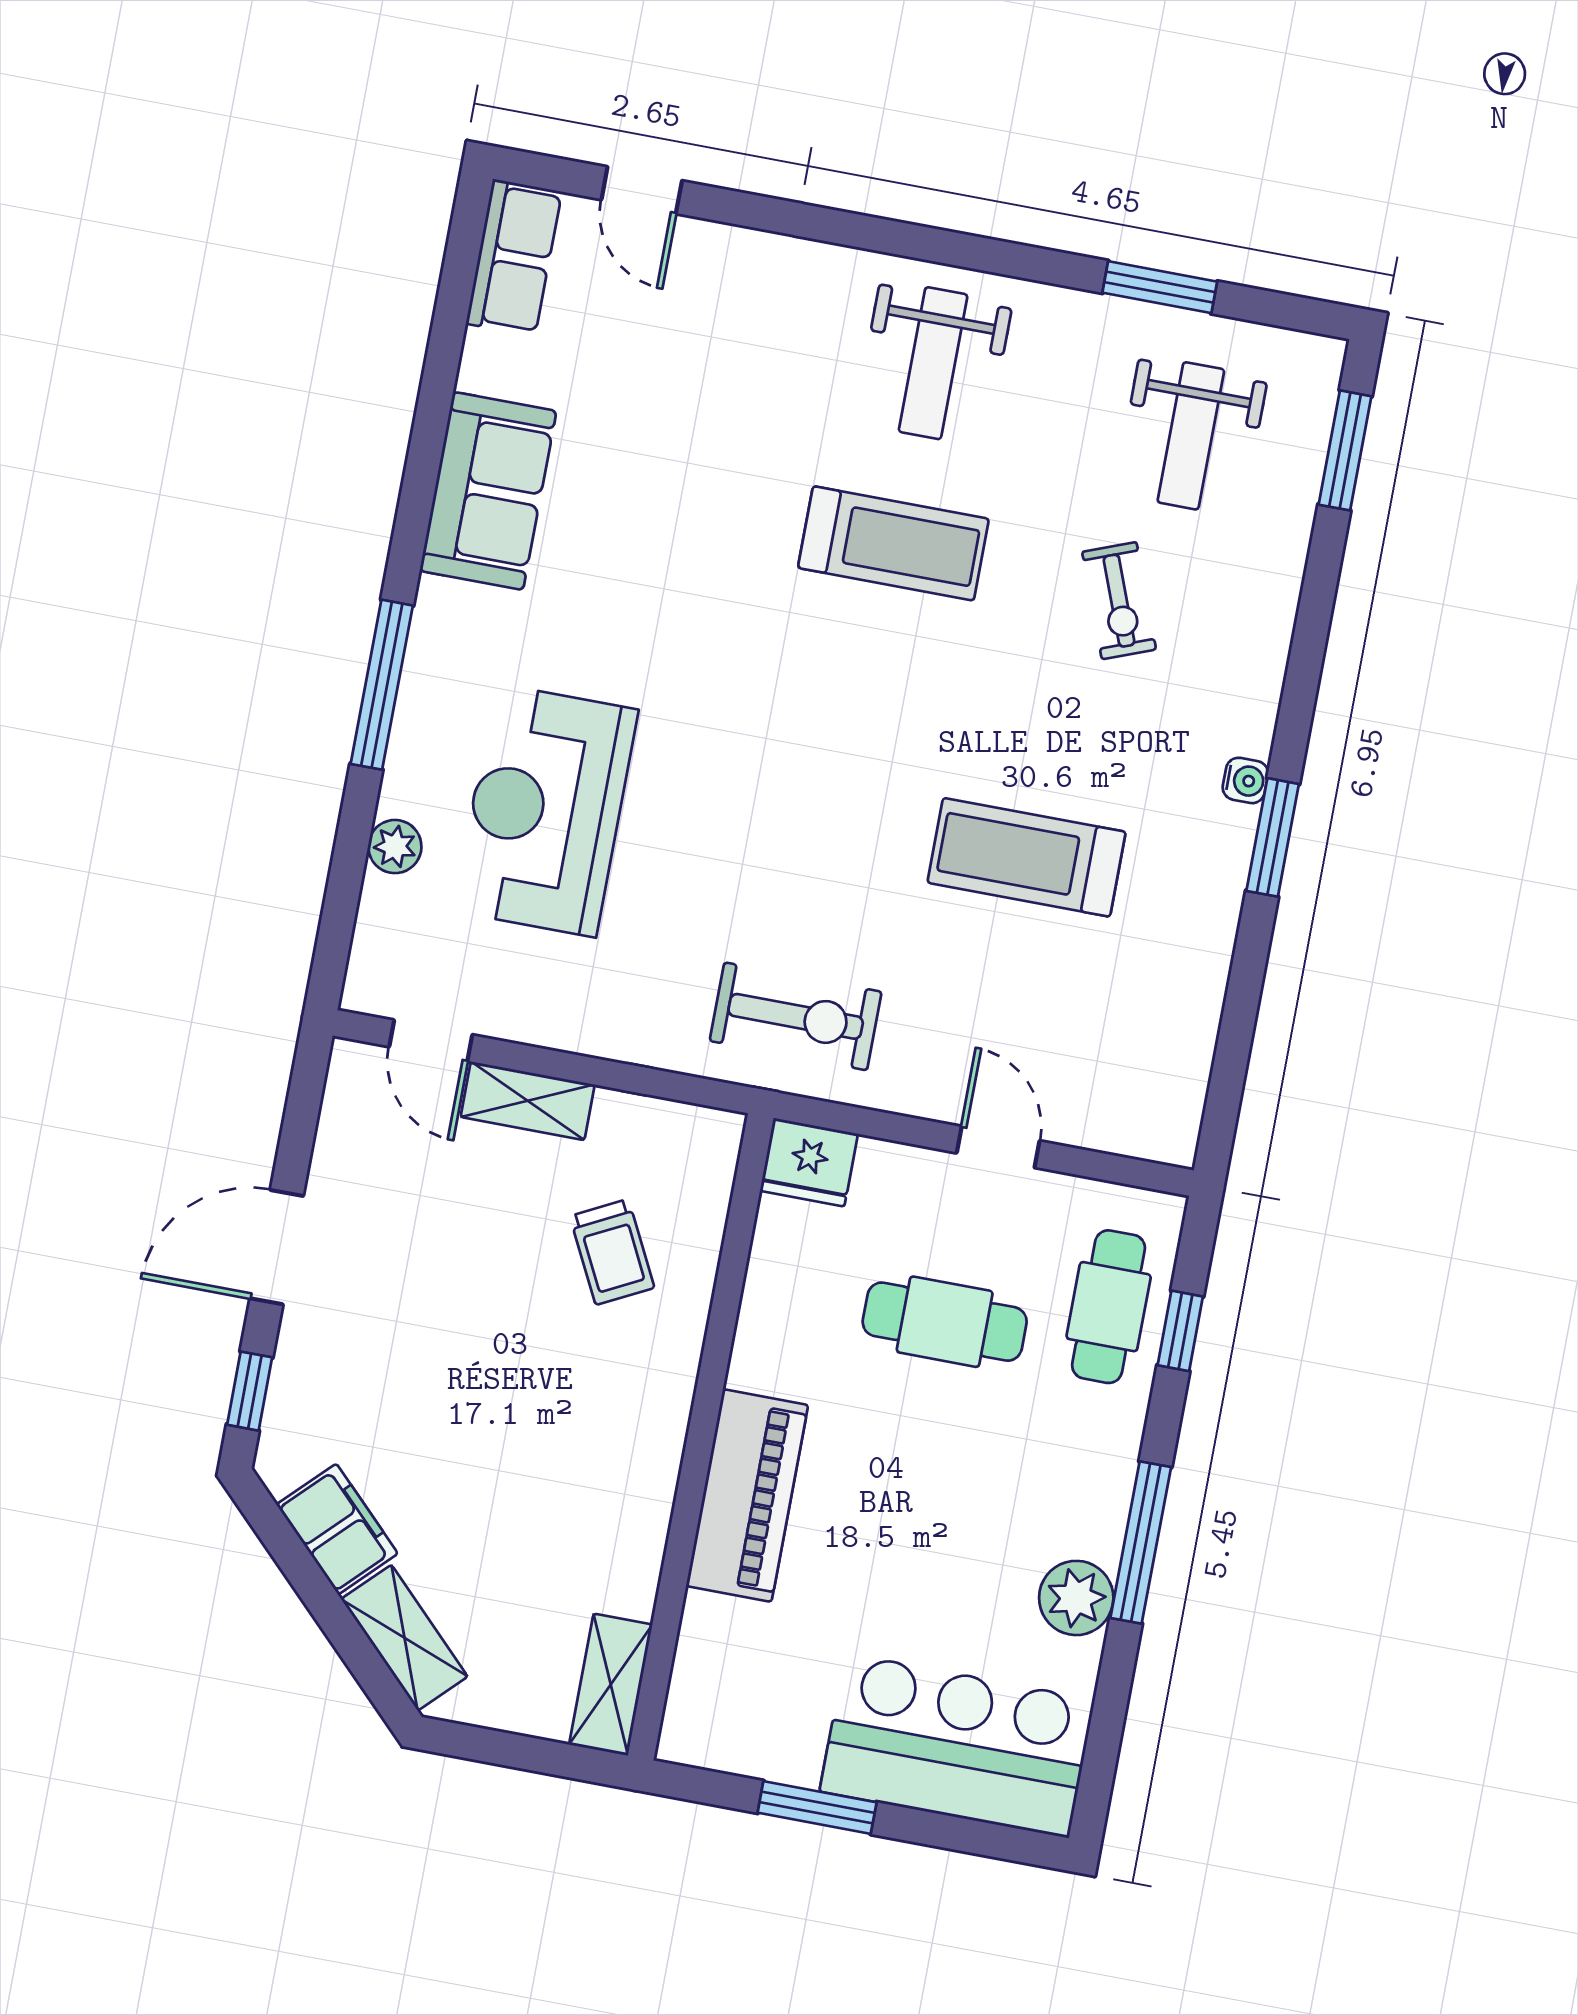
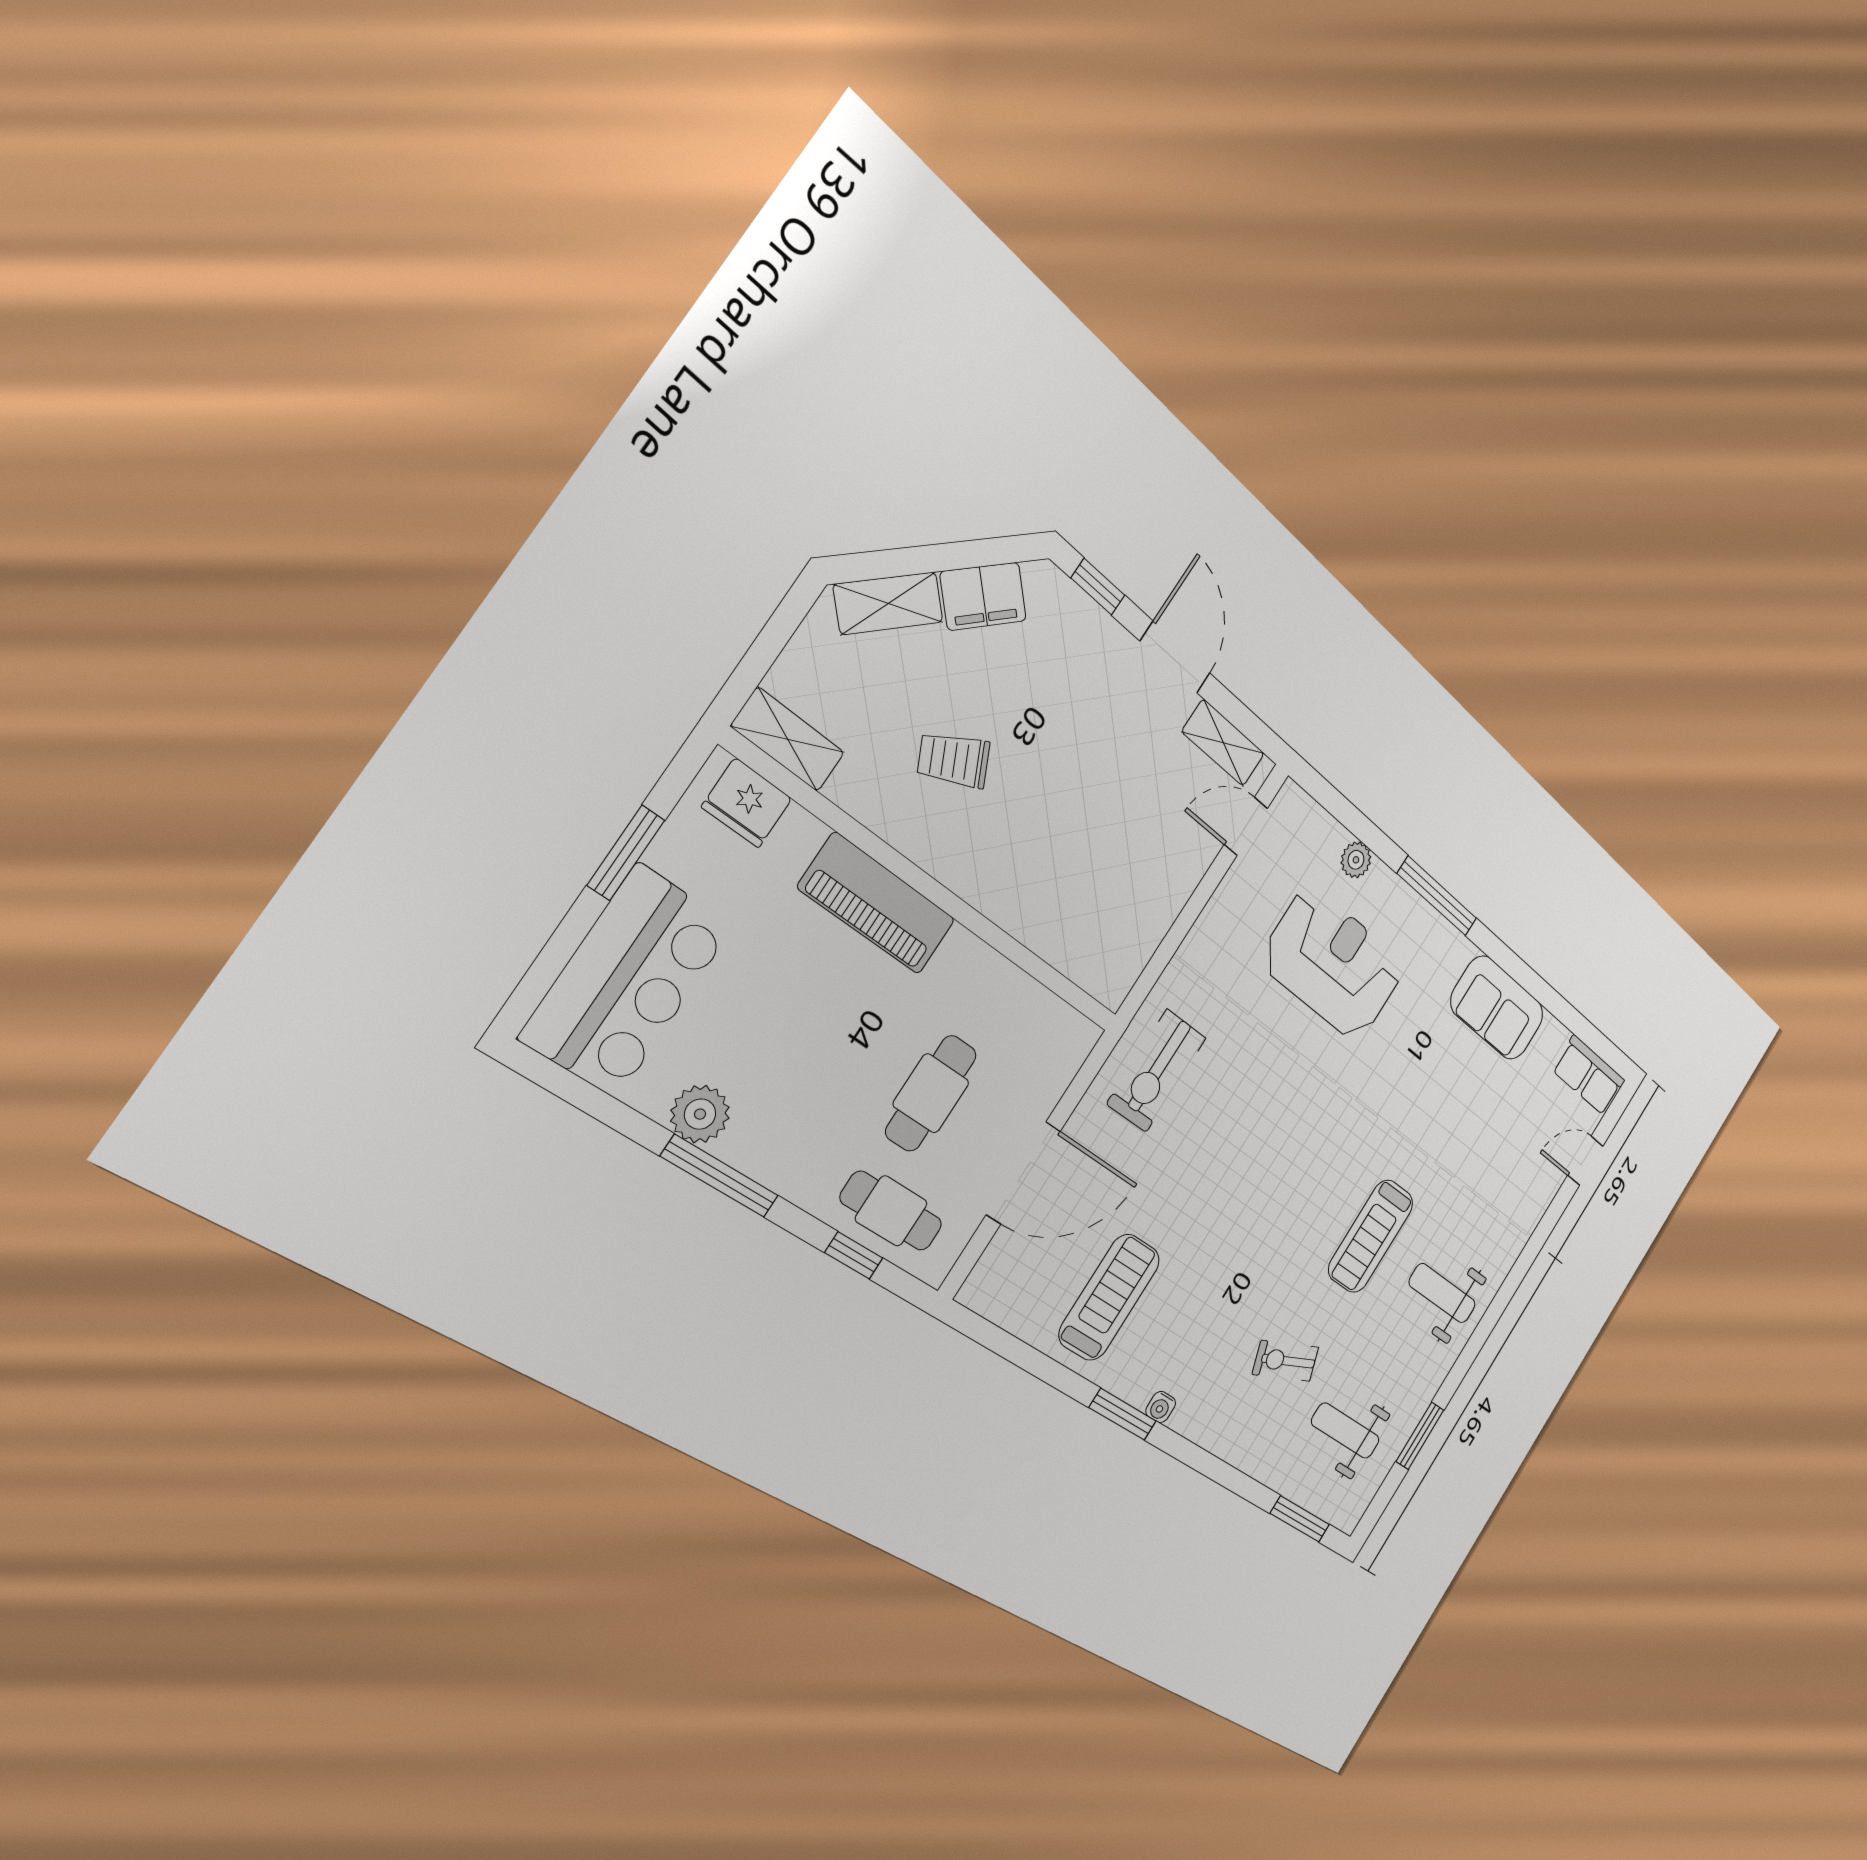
treadmill: (1027, 857) -> (1109, 1297), moved
shelving: (528, 1101) -> (1223, 743), moved, turned 90
door: (998, 1147) -> (1023, 1173), width x1.87
fridge: (809, 1162) -> (747, 803), moved, turned -90
trolley: (612, 1252) -> (954, 760), moved

